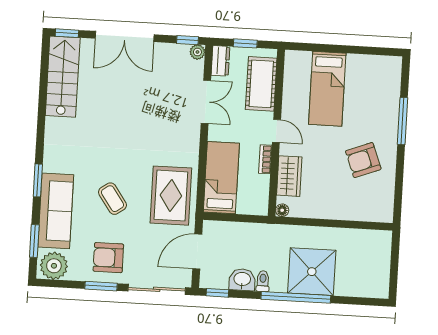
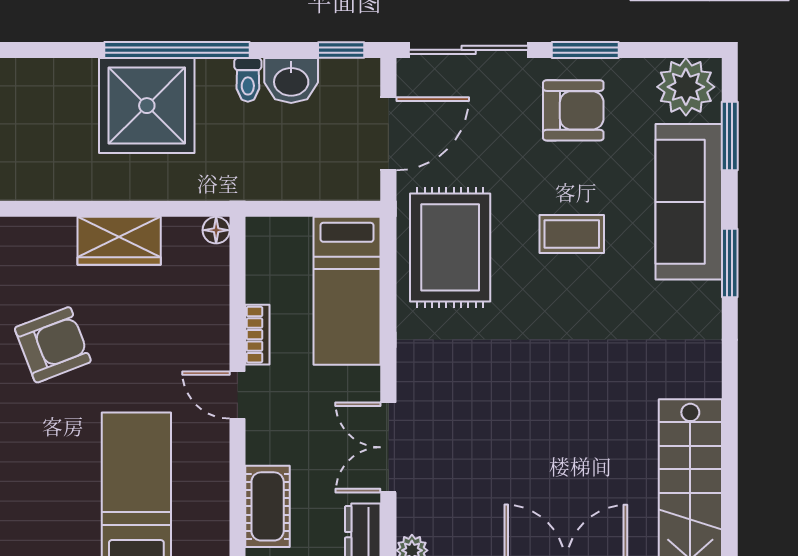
cot: (261, 84) -> (268, 506), width x0.73, depth x0.75
wardrobe: (289, 176) -> (119, 241), moved, turned -90
coffee table: (112, 199) -> (572, 234), turned -55

